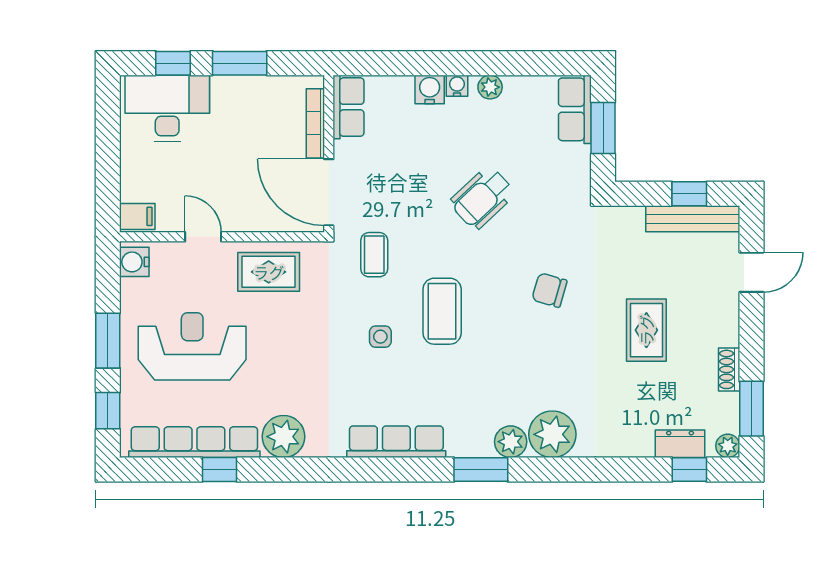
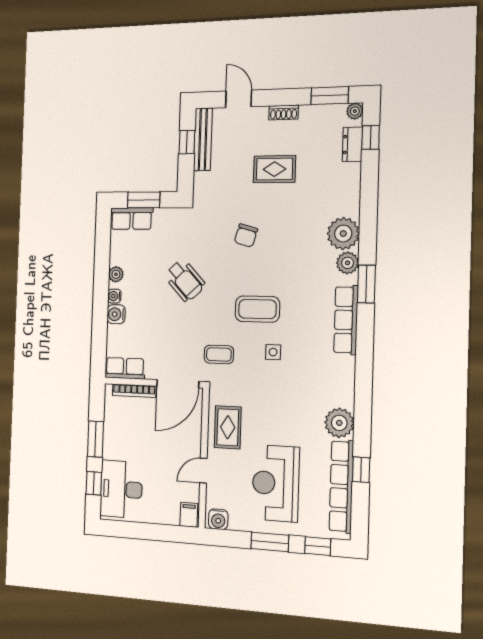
shoe rack: (729, 369) -> (284, 112), moved
row of seats: (396, 442) -> (346, 320), moved

